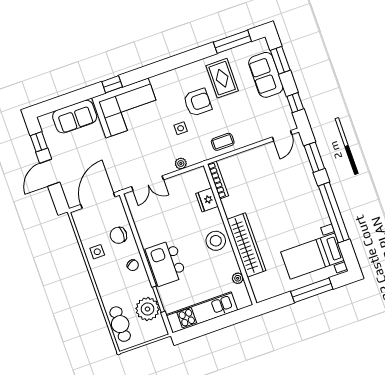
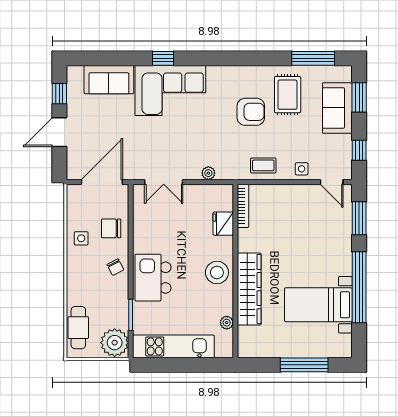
side table: (181, 128) -> (302, 169), moved
door: (282, 136) -> (332, 182), hinge flipped
bed with nightstands: (313, 256) -> (318, 305), moved
plant: (148, 309) -> (115, 343), moved

